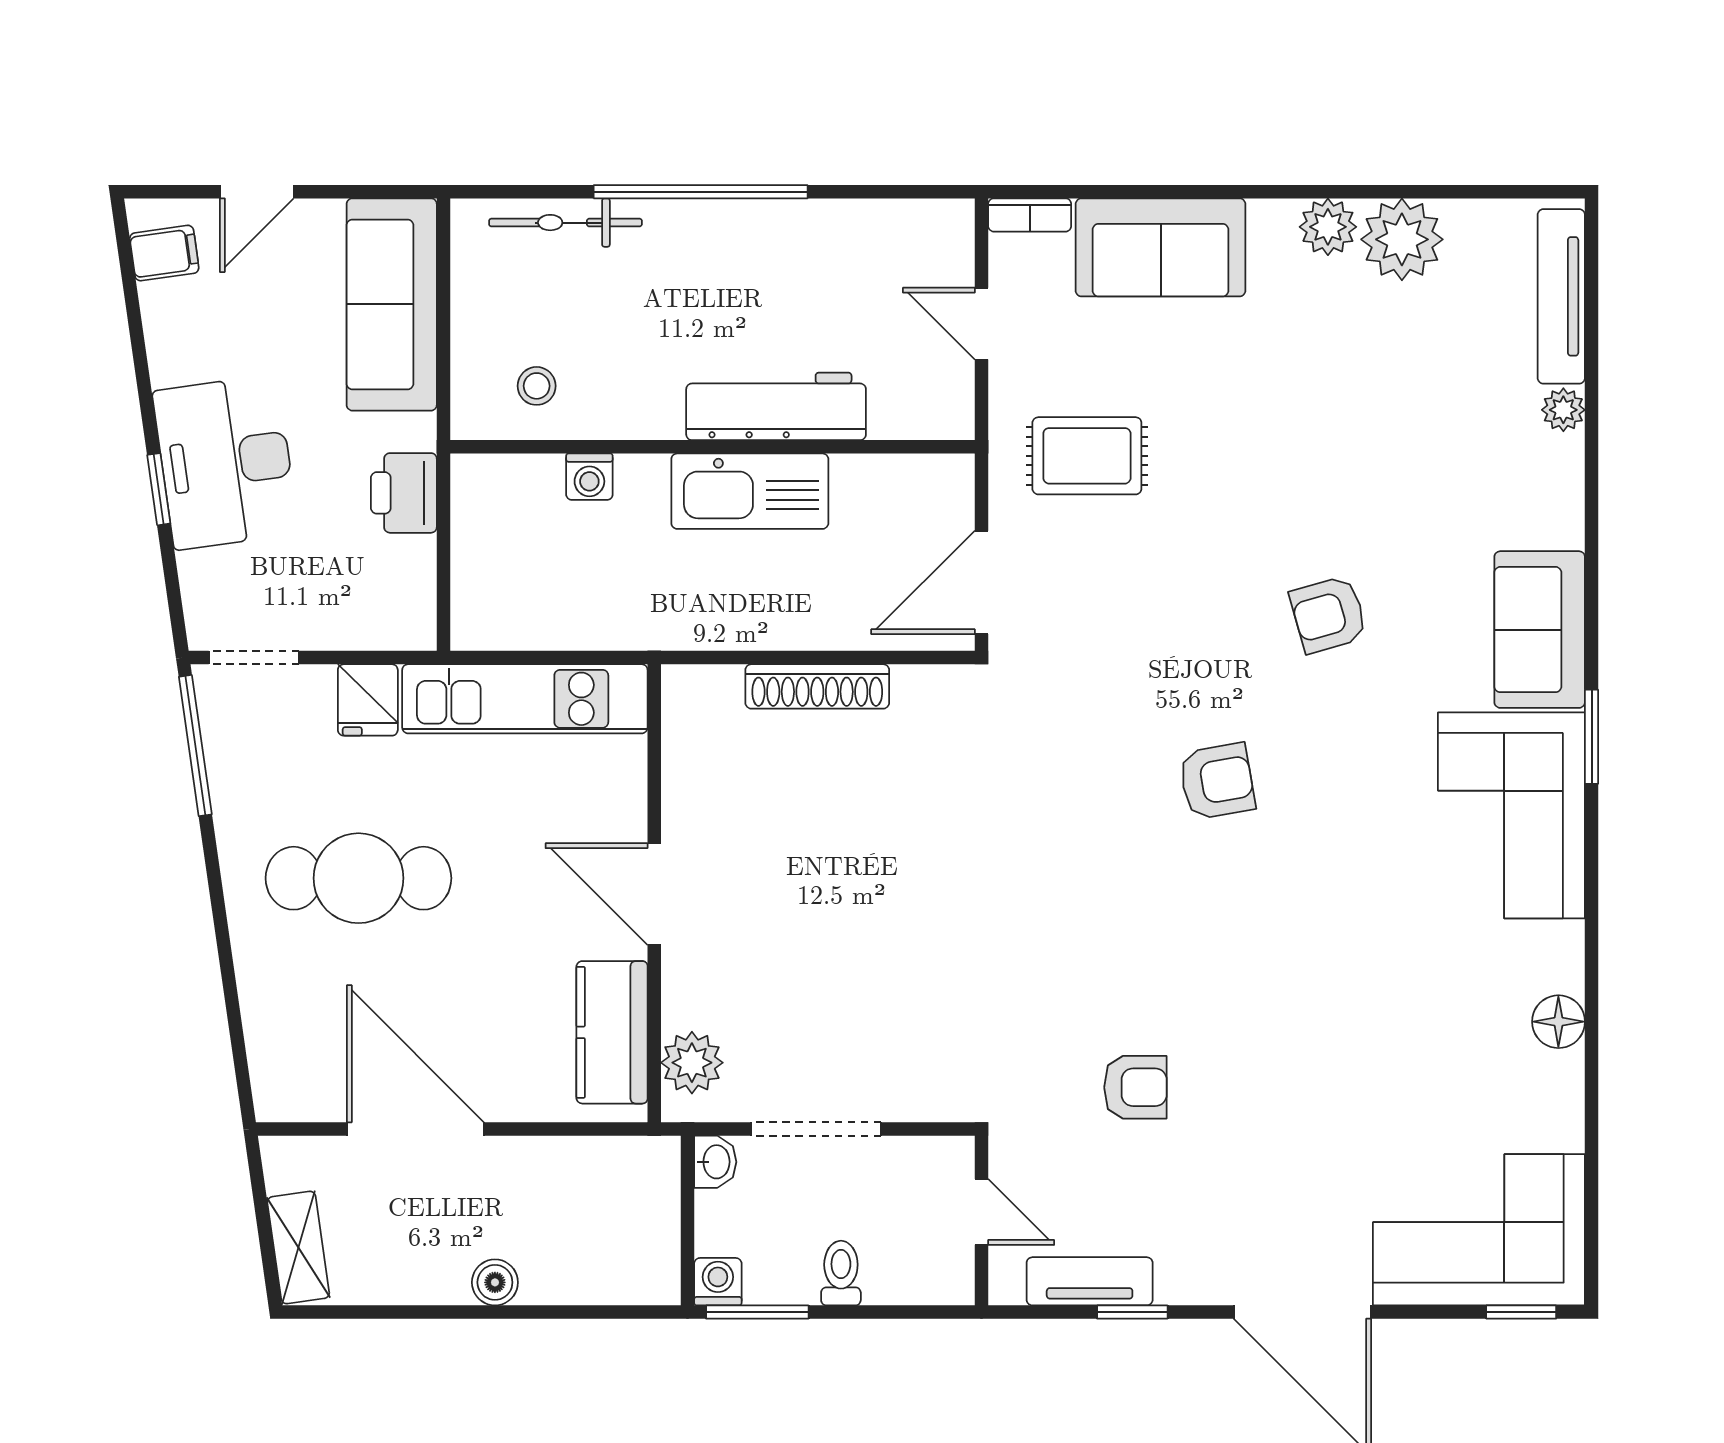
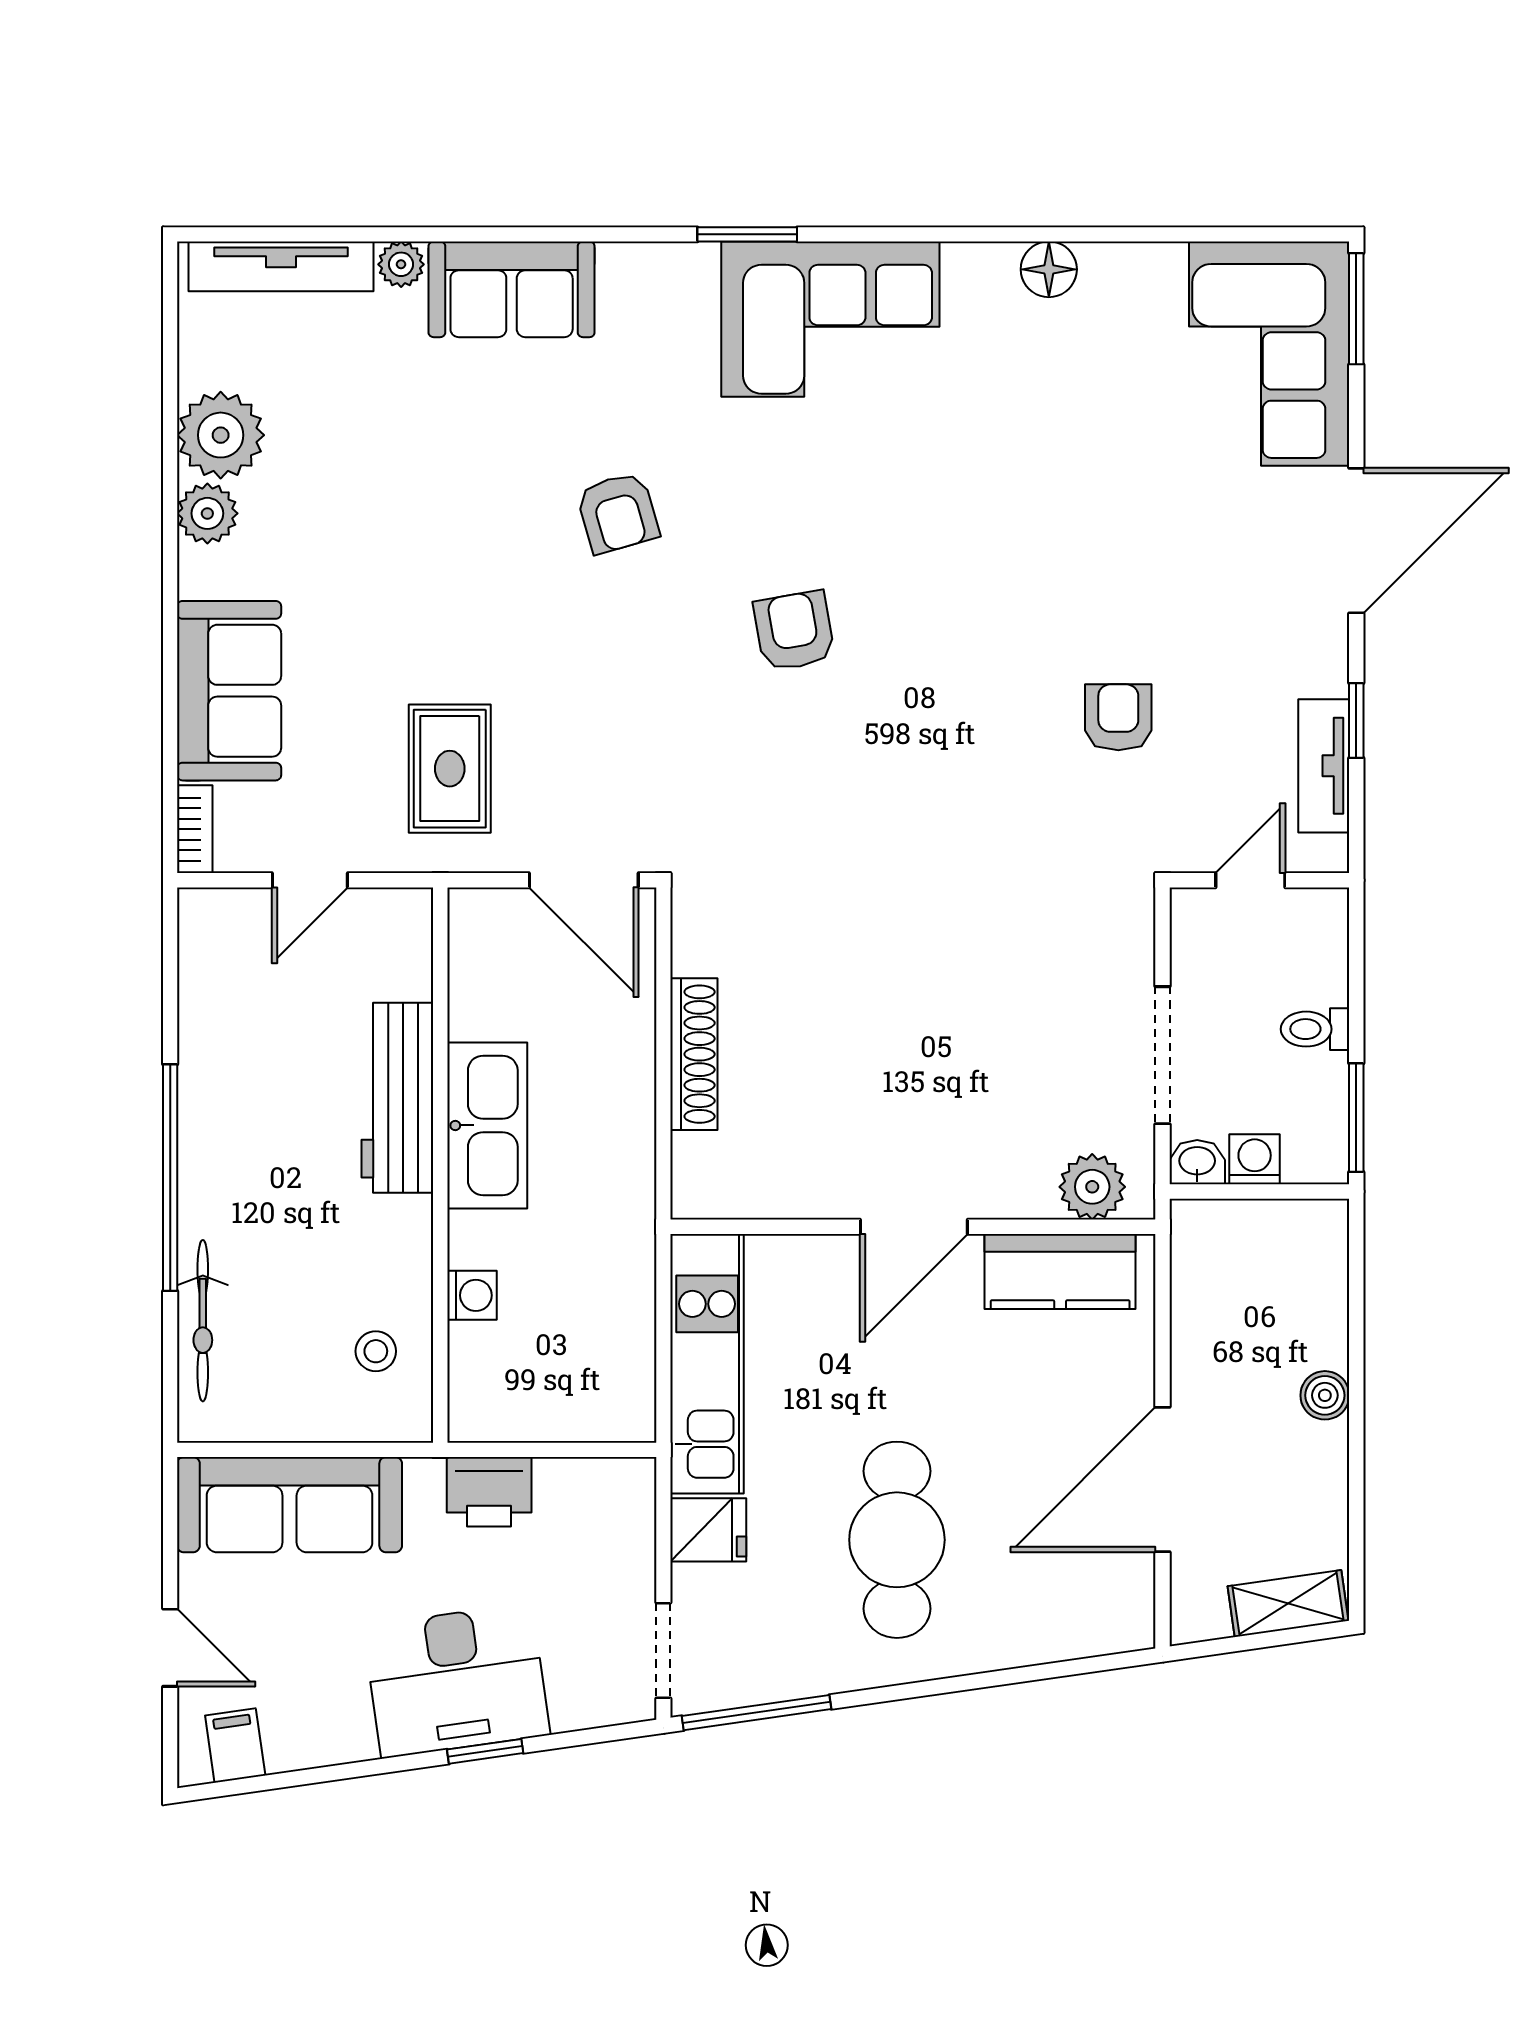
sofa: (1540, 630) -> (512, 289), moved
washing machine: (718, 1282) -> (1255, 1159), moved, turned 90
window: (1521, 1312) -> (1356, 309), width x1.50

